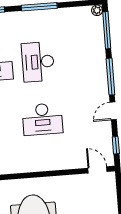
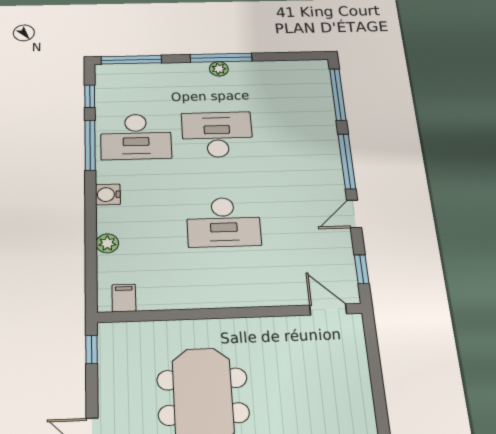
plant: (97, 10) -> (219, 69), moved
desk: (38, 62) -> (217, 135), turned 90

